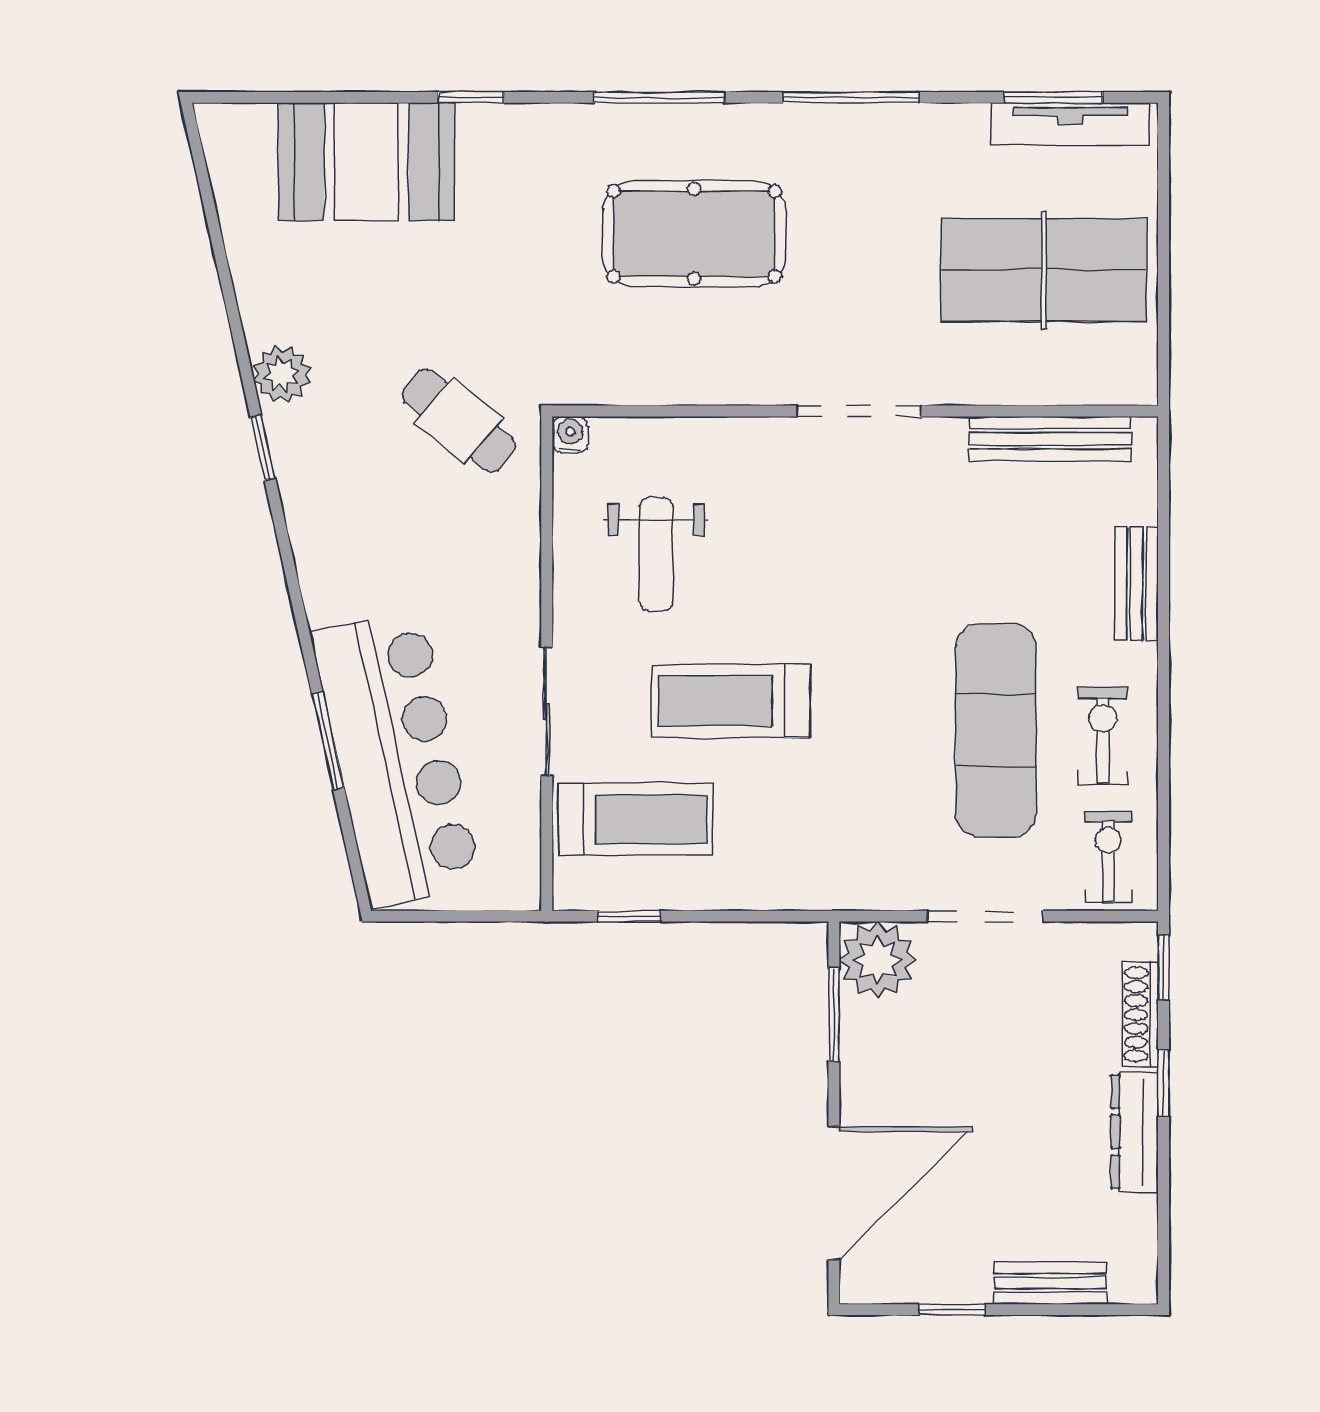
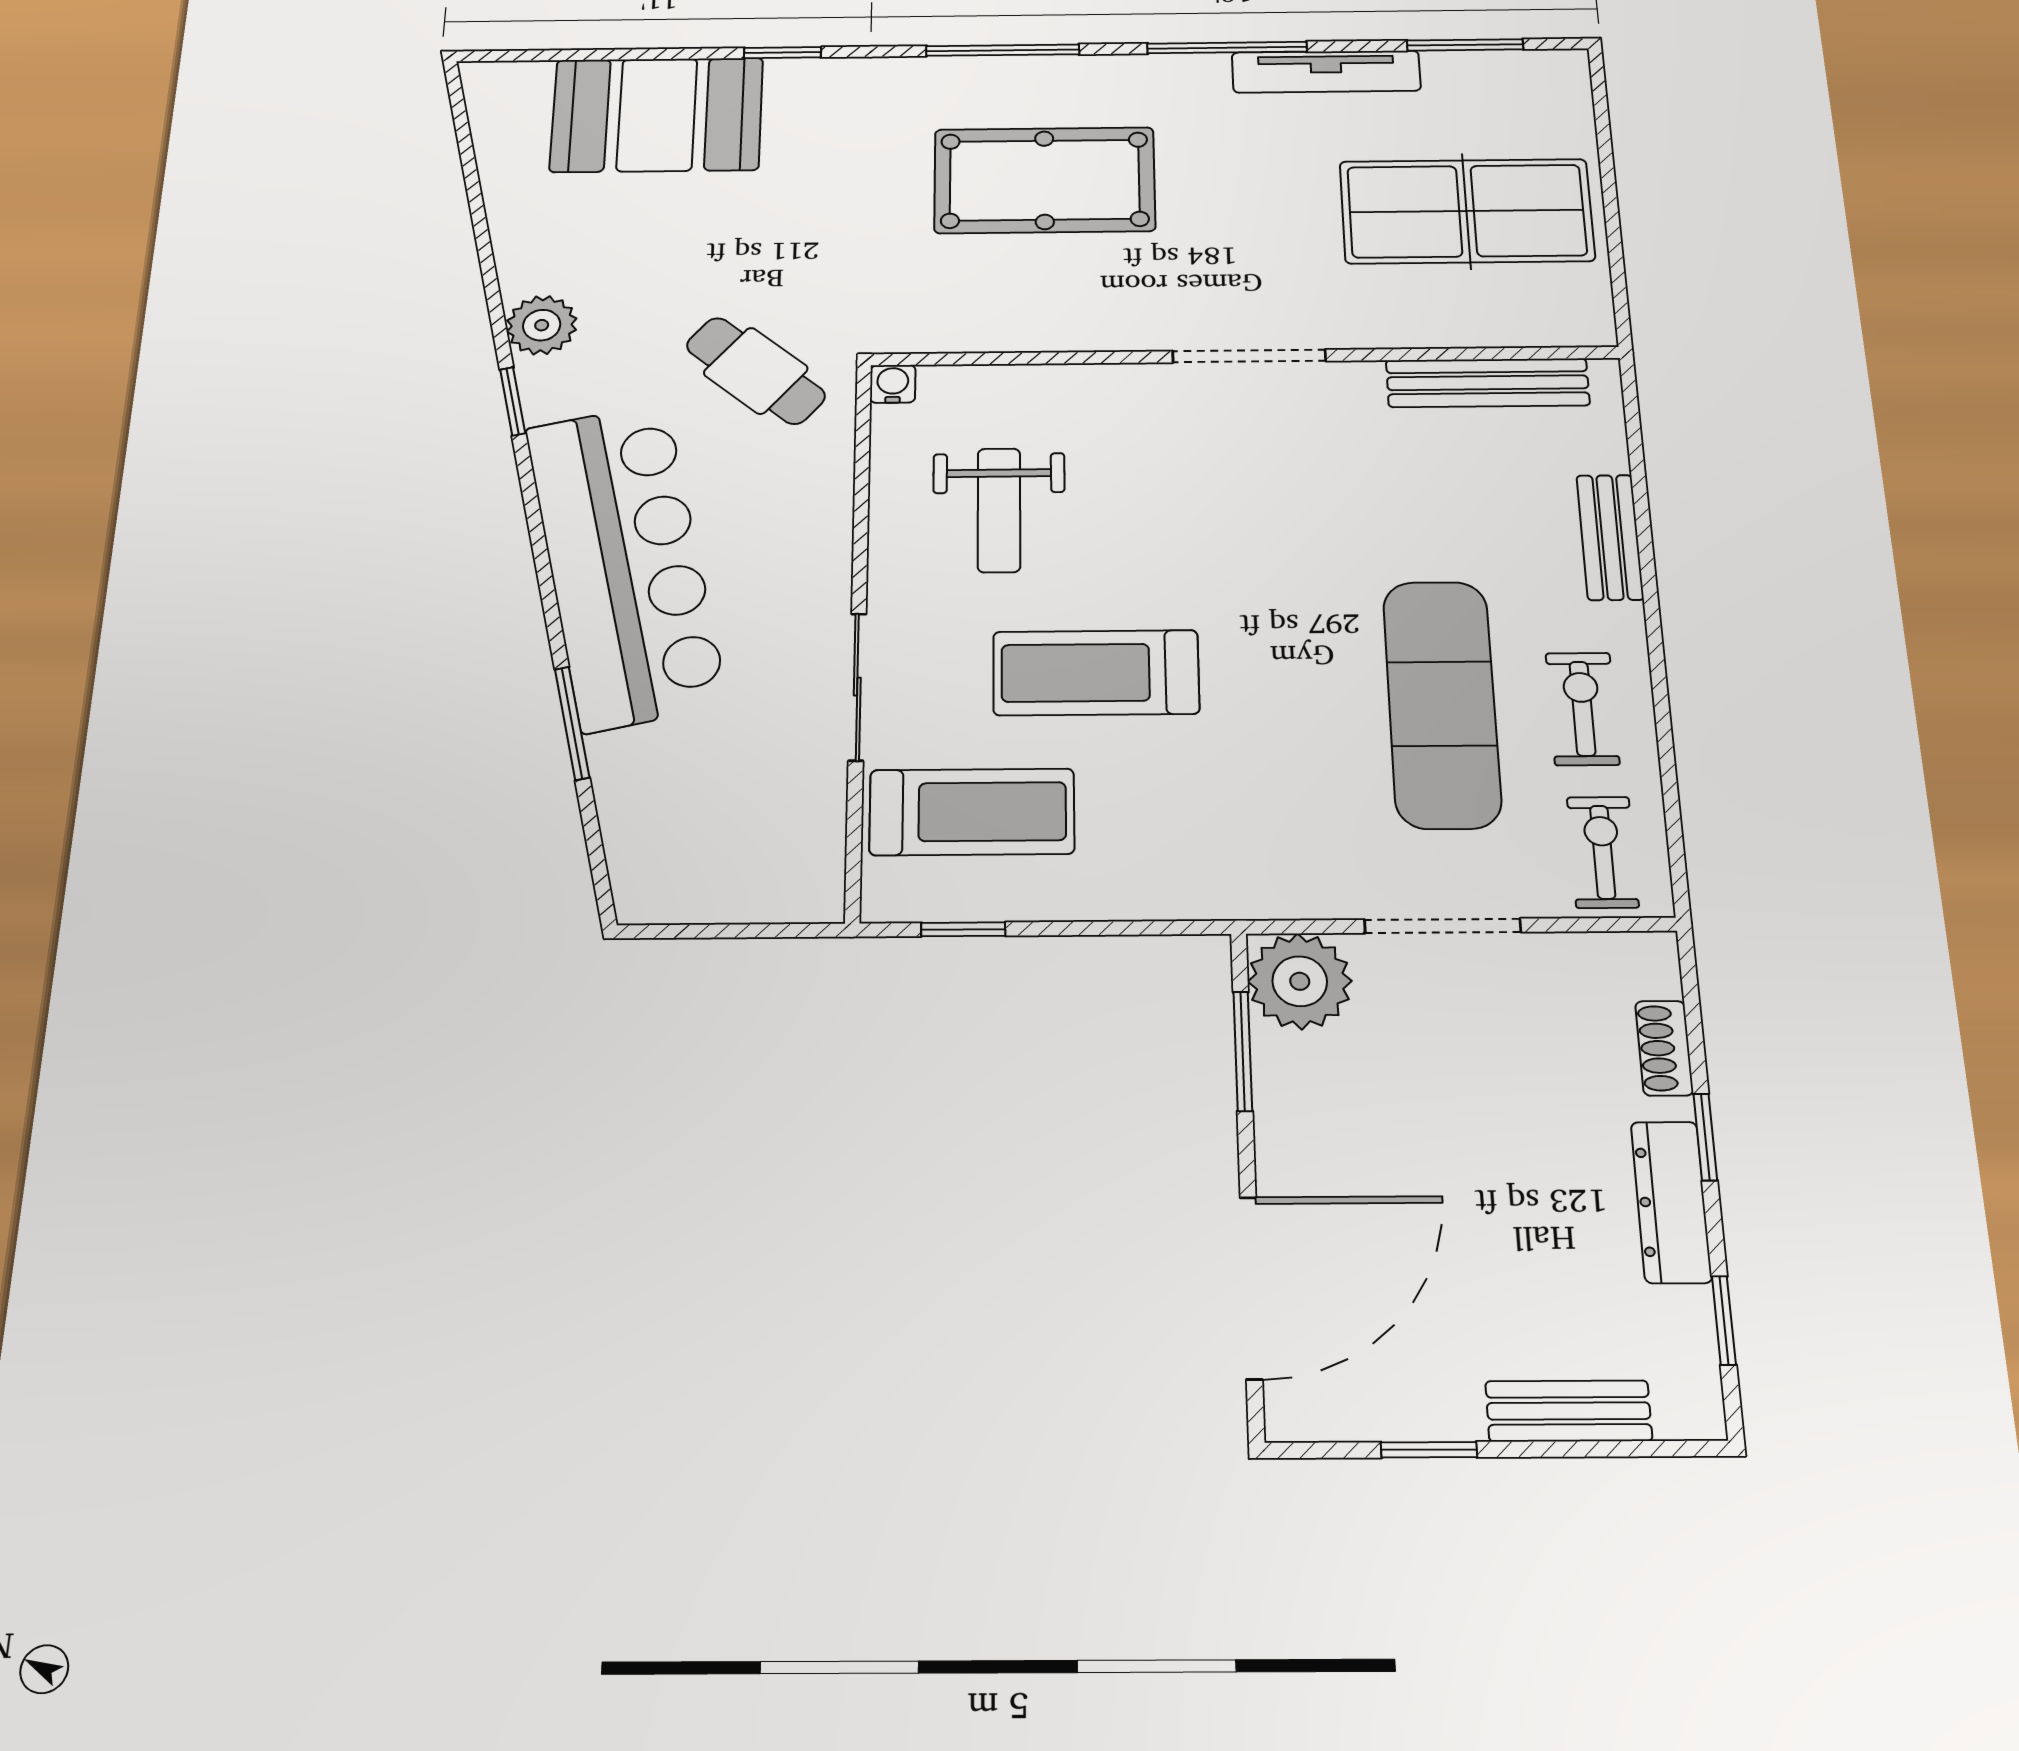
tv unit: (1070, 124) -> (1326, 72), moved
bar counter: (397, 759) -> (625, 564), moved
window: (1164, 967) -> (1724, 1320), moved
shoe rack: (1140, 1015) -> (1664, 1048), width x0.70

